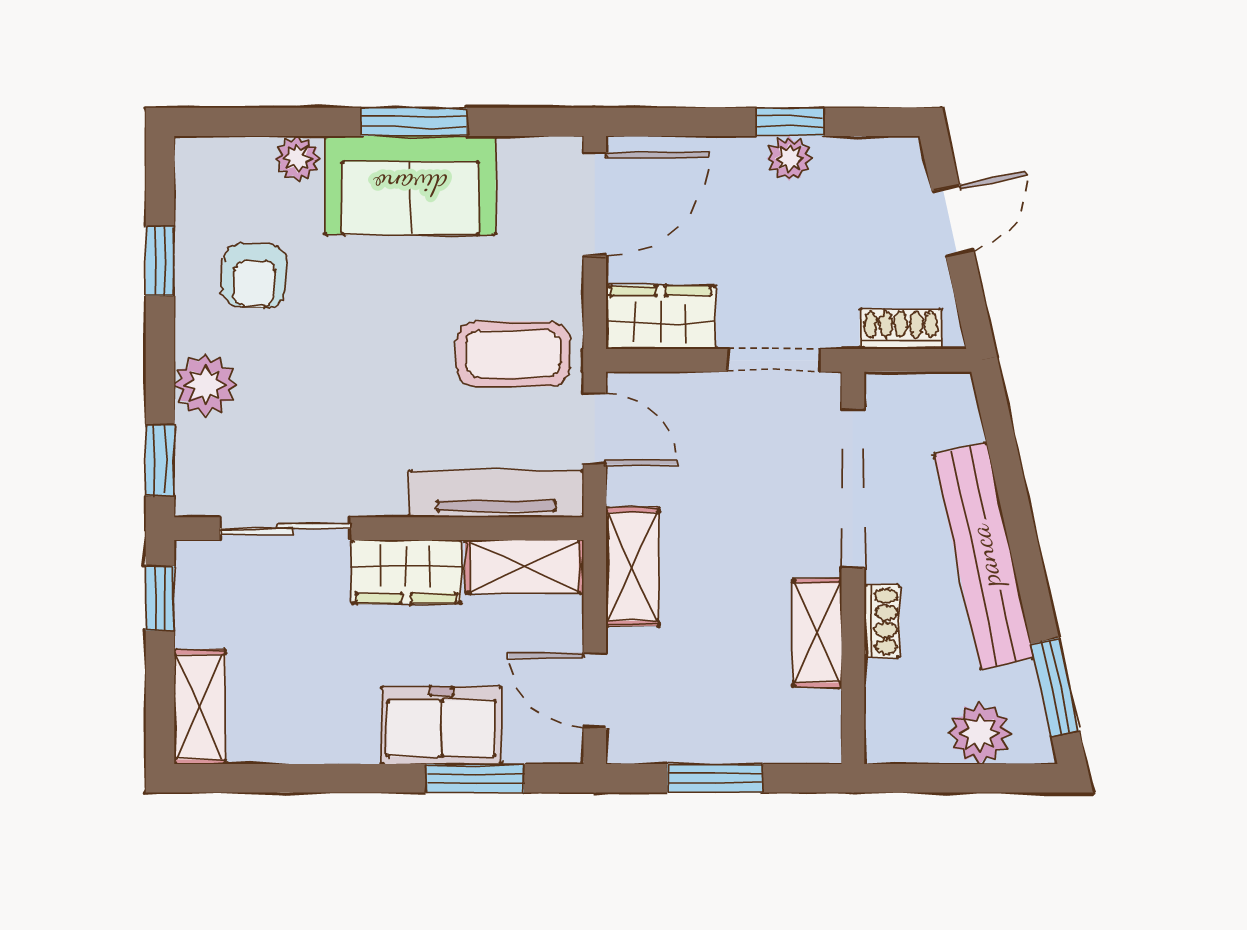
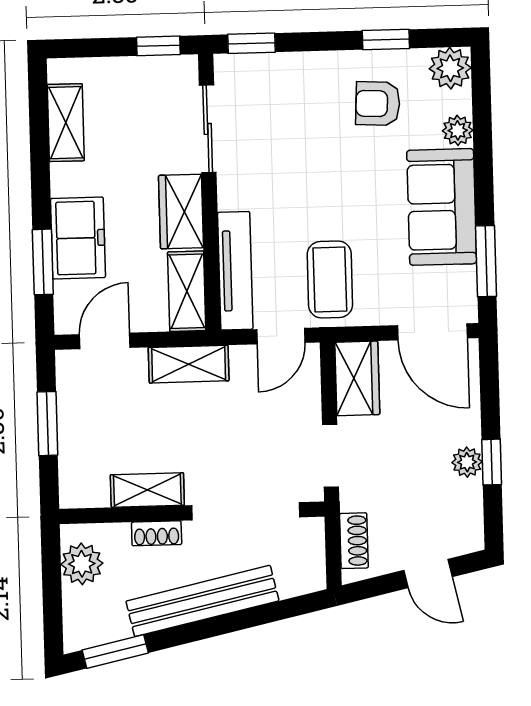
window: (414, 122) -> (486, 261), moved
plant: (205, 385) -> (450, 68), moved
shelving: (200, 707) -> (66, 123), moved, turned 90
plant: (980, 733) -> (82, 564), moved

